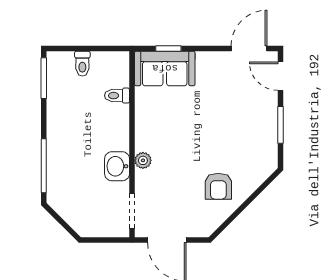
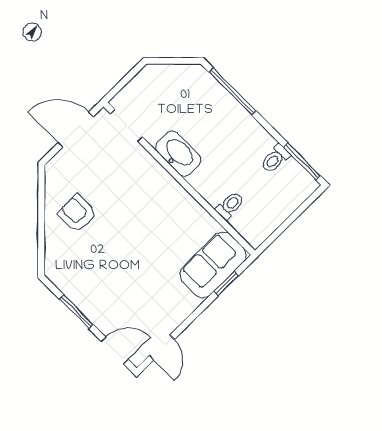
door: (249, 48) -> (162, 348), width x0.73
toilet: (82, 64) -> (275, 159), moved, turned -90
plant: (143, 160) -> (158, 174), removed
washbasin: (117, 166) -> (178, 154), width x1.38

